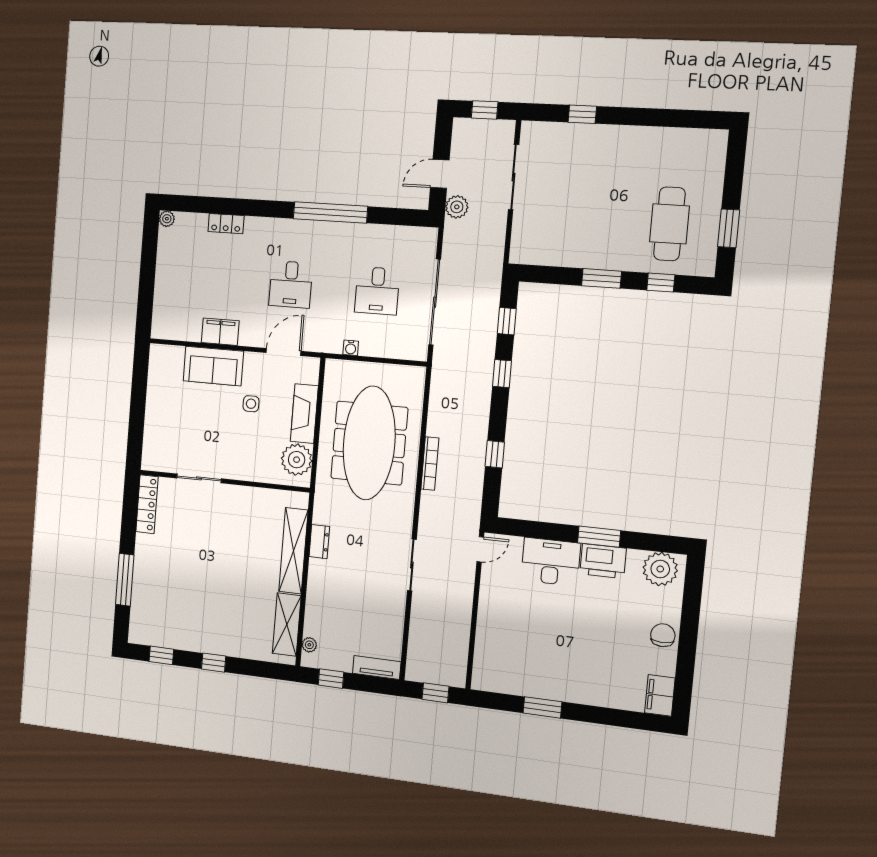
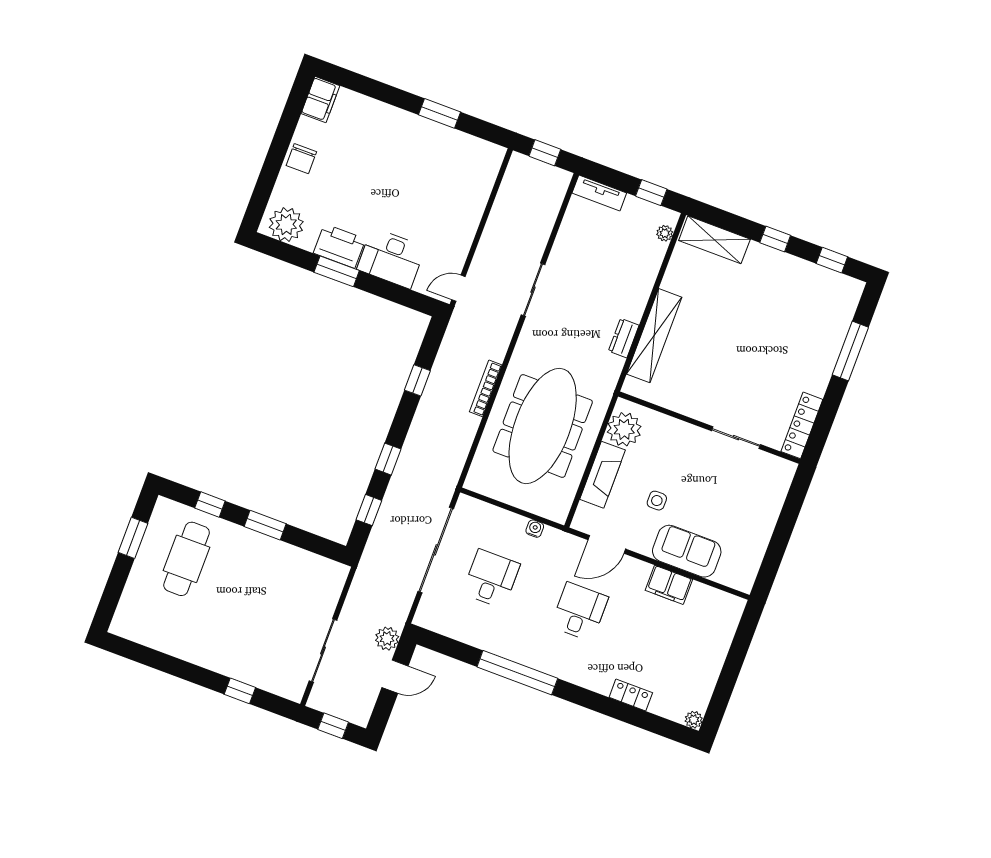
shelving: (287, 625) -> (714, 240), moved, turned 90

